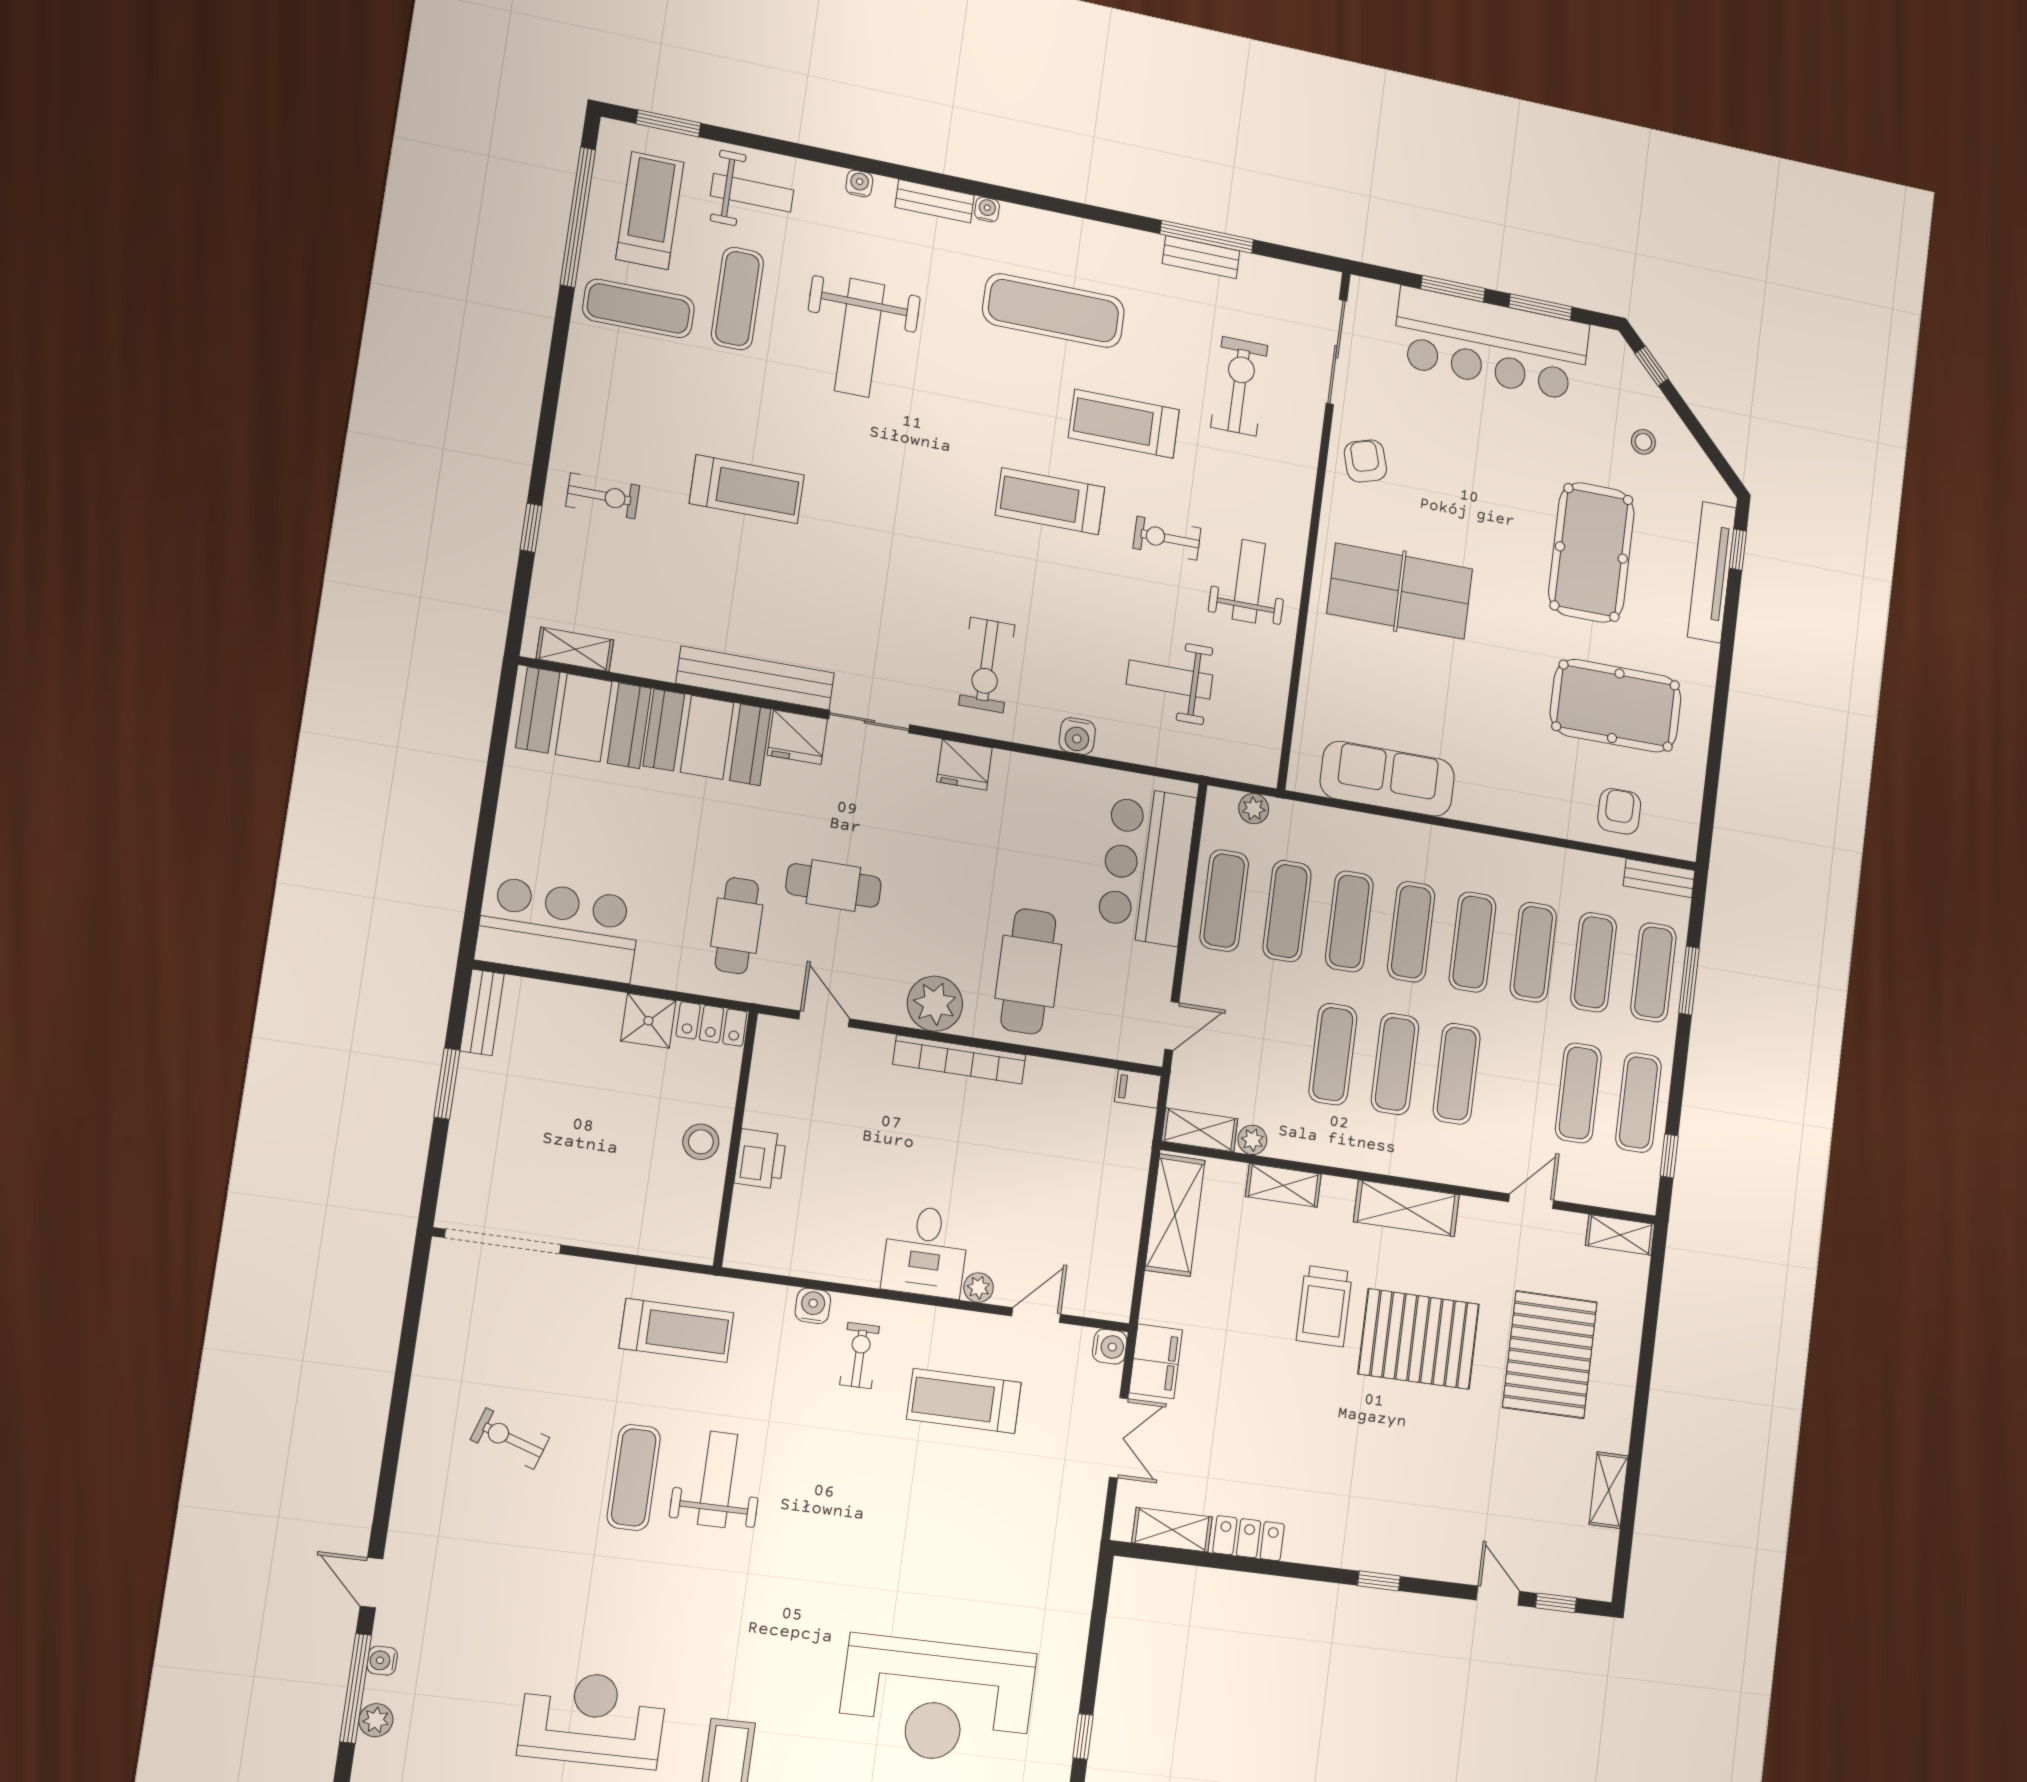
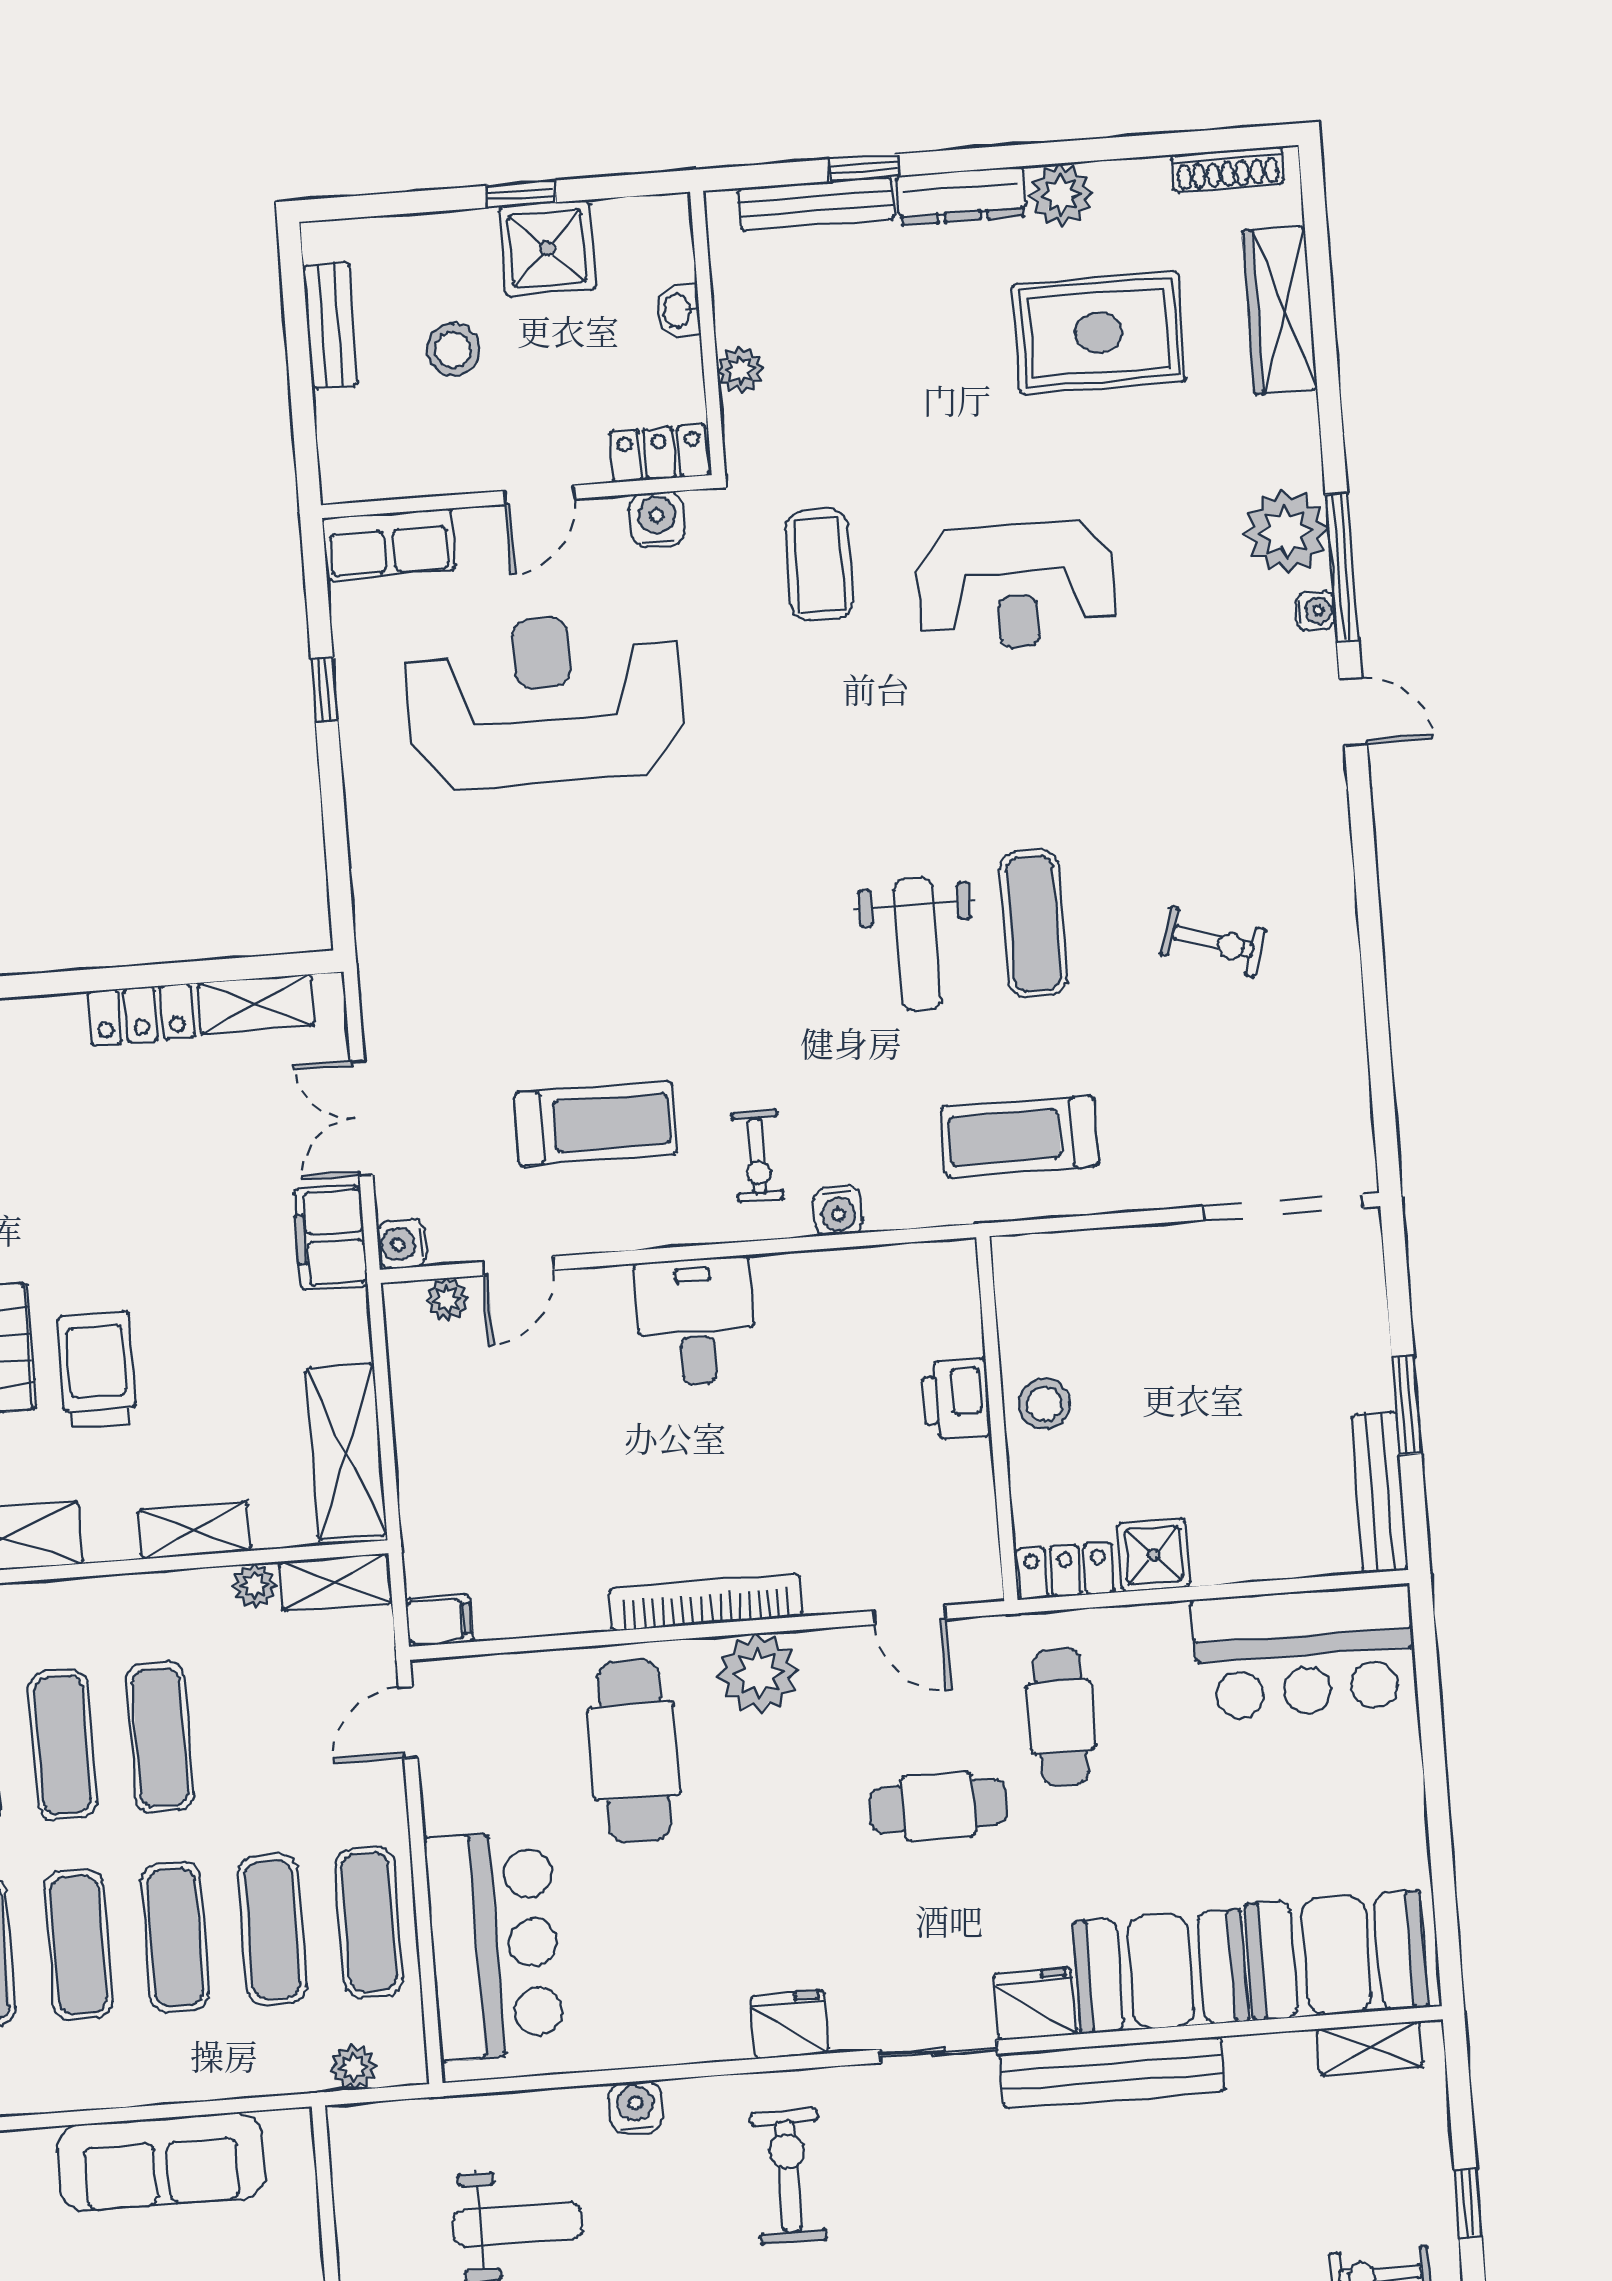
bench: (482, 1012) -> (1380, 1492), width x1.36
plant: (979, 1288) -> (447, 1299), moved
plant: (376, 1720) -> (1286, 532), width x1.87, depth x1.87

